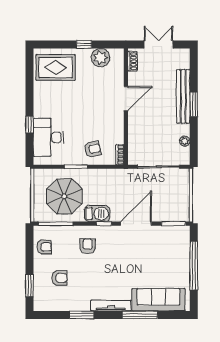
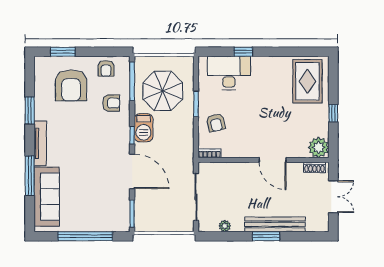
plant: (100, 58) -> (319, 147), moved
armchair: (88, 246) -> (111, 103), moved
armchair: (59, 278) -> (71, 85), width x1.88, depth x1.88

